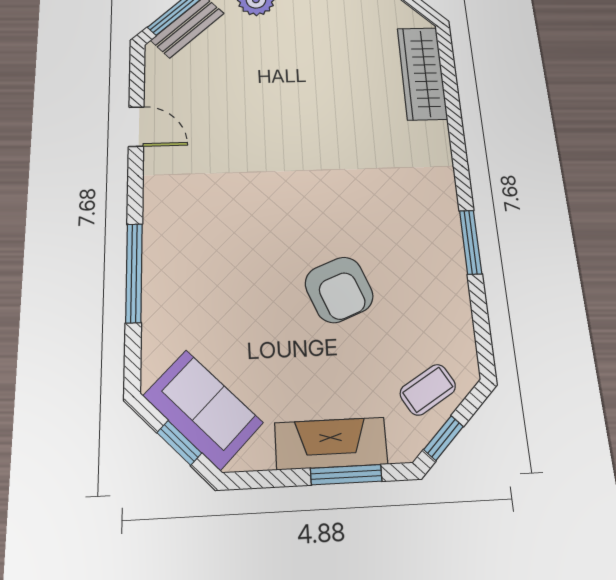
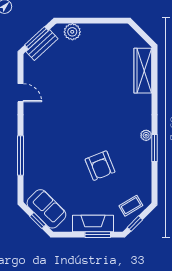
plant: (446, 213) -> (146, 135), added

